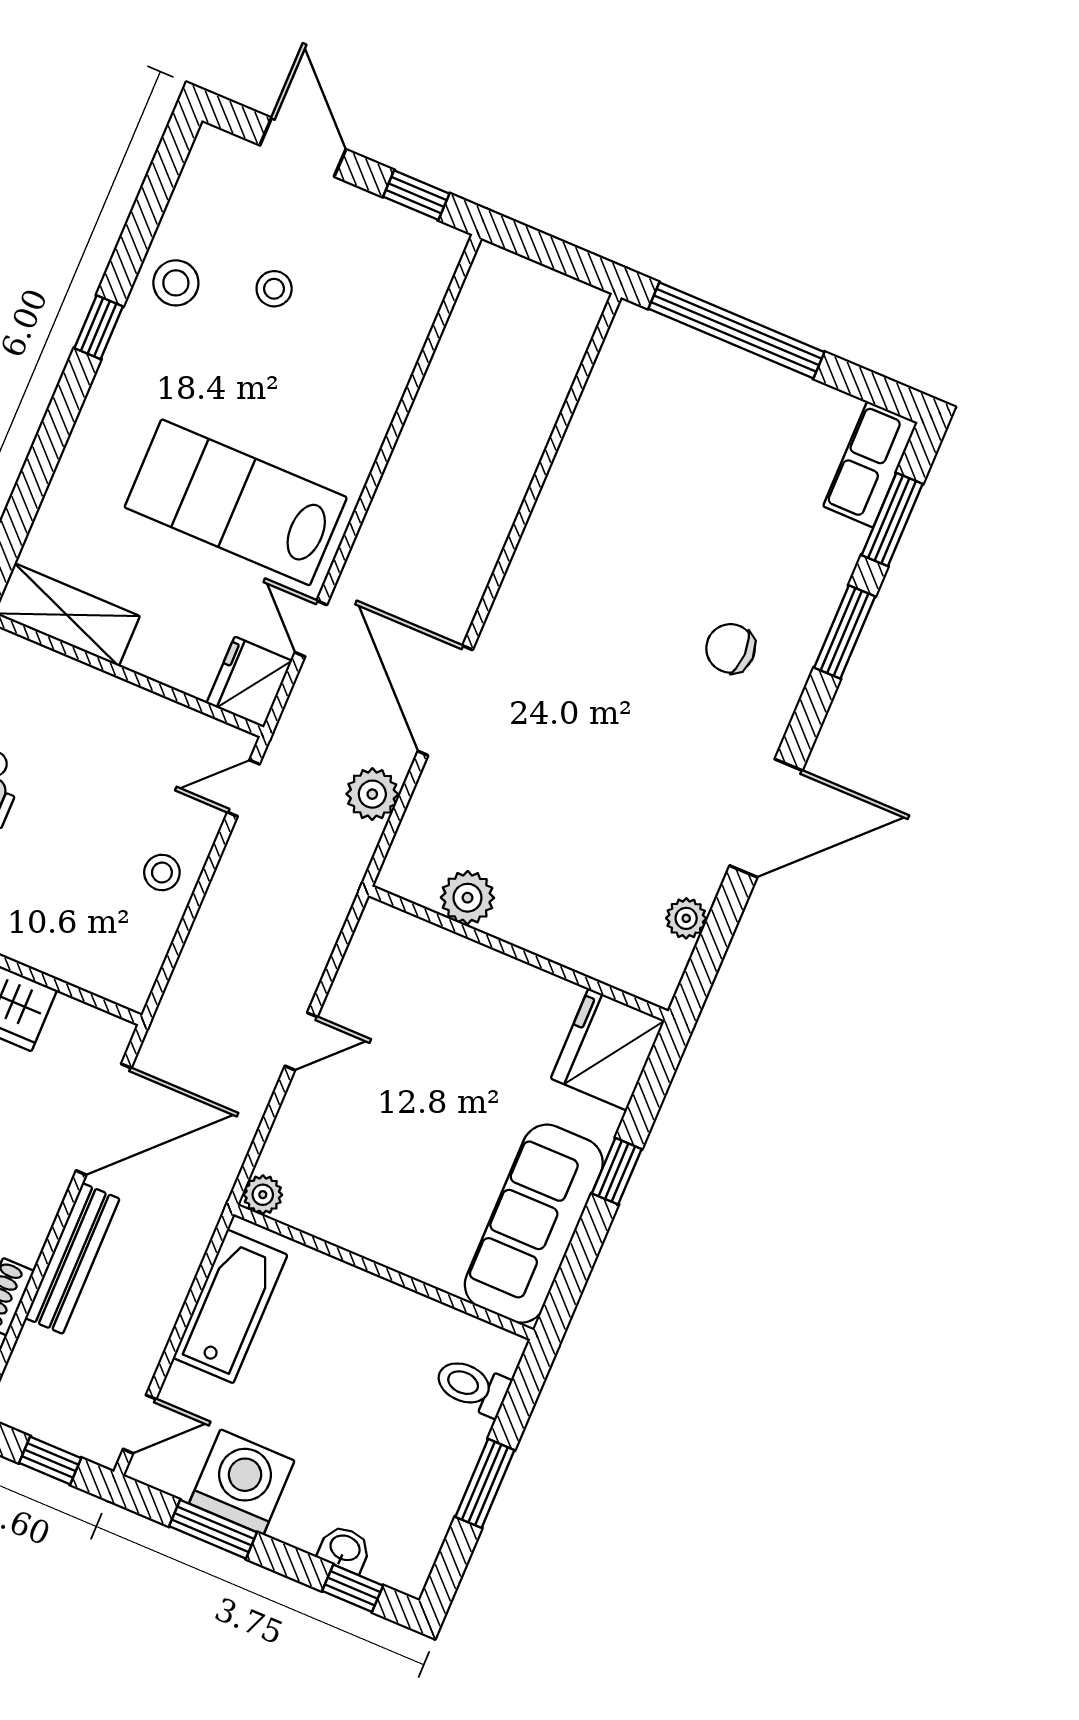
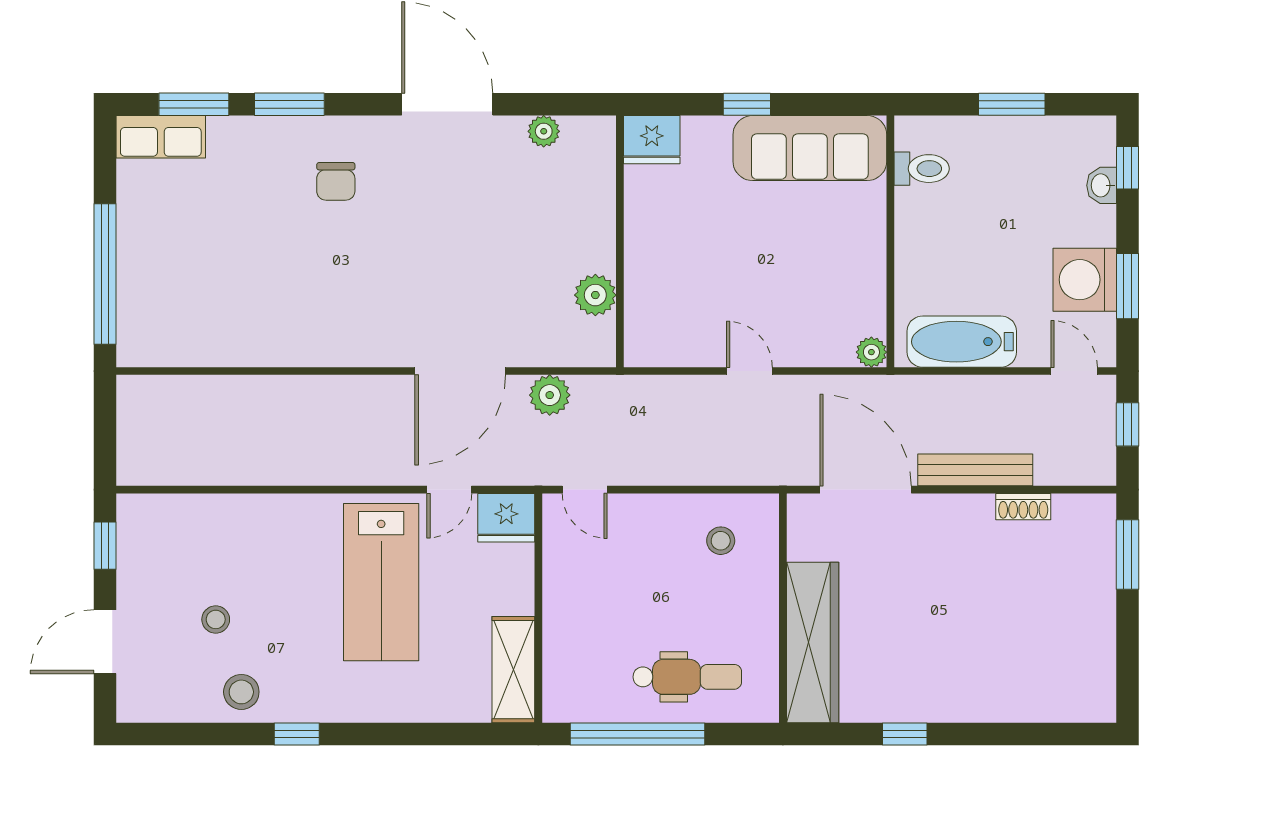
stool: (162, 872) -> (721, 541), moved
fridge: (608, 1049) -> (652, 140), width x0.73, depth x0.75
toilet: (472, 1386) -> (922, 169), moved, turned -90

